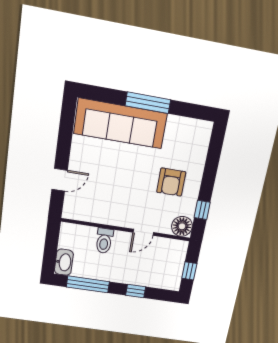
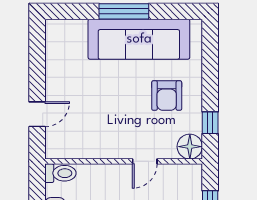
sofa: (120, 124) -> (139, 39), moved
toilet: (104, 241) -> (60, 173), moved, turned -90

